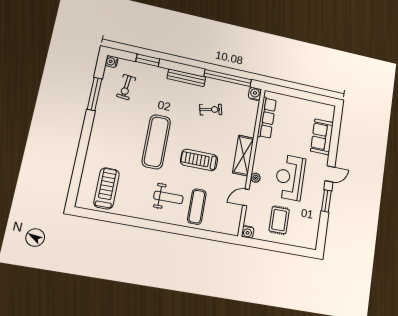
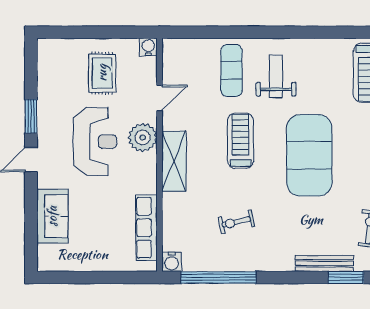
bench: (186, 78) -> (324, 263), moved
exercise mat: (156, 142) -> (309, 155), width x1.47
treadmill: (199, 160) -> (240, 141), turned -90
plant: (255, 178) -> (143, 137), width x1.88, depth x1.88
weight bench: (168, 197) -> (276, 76), turned 90

